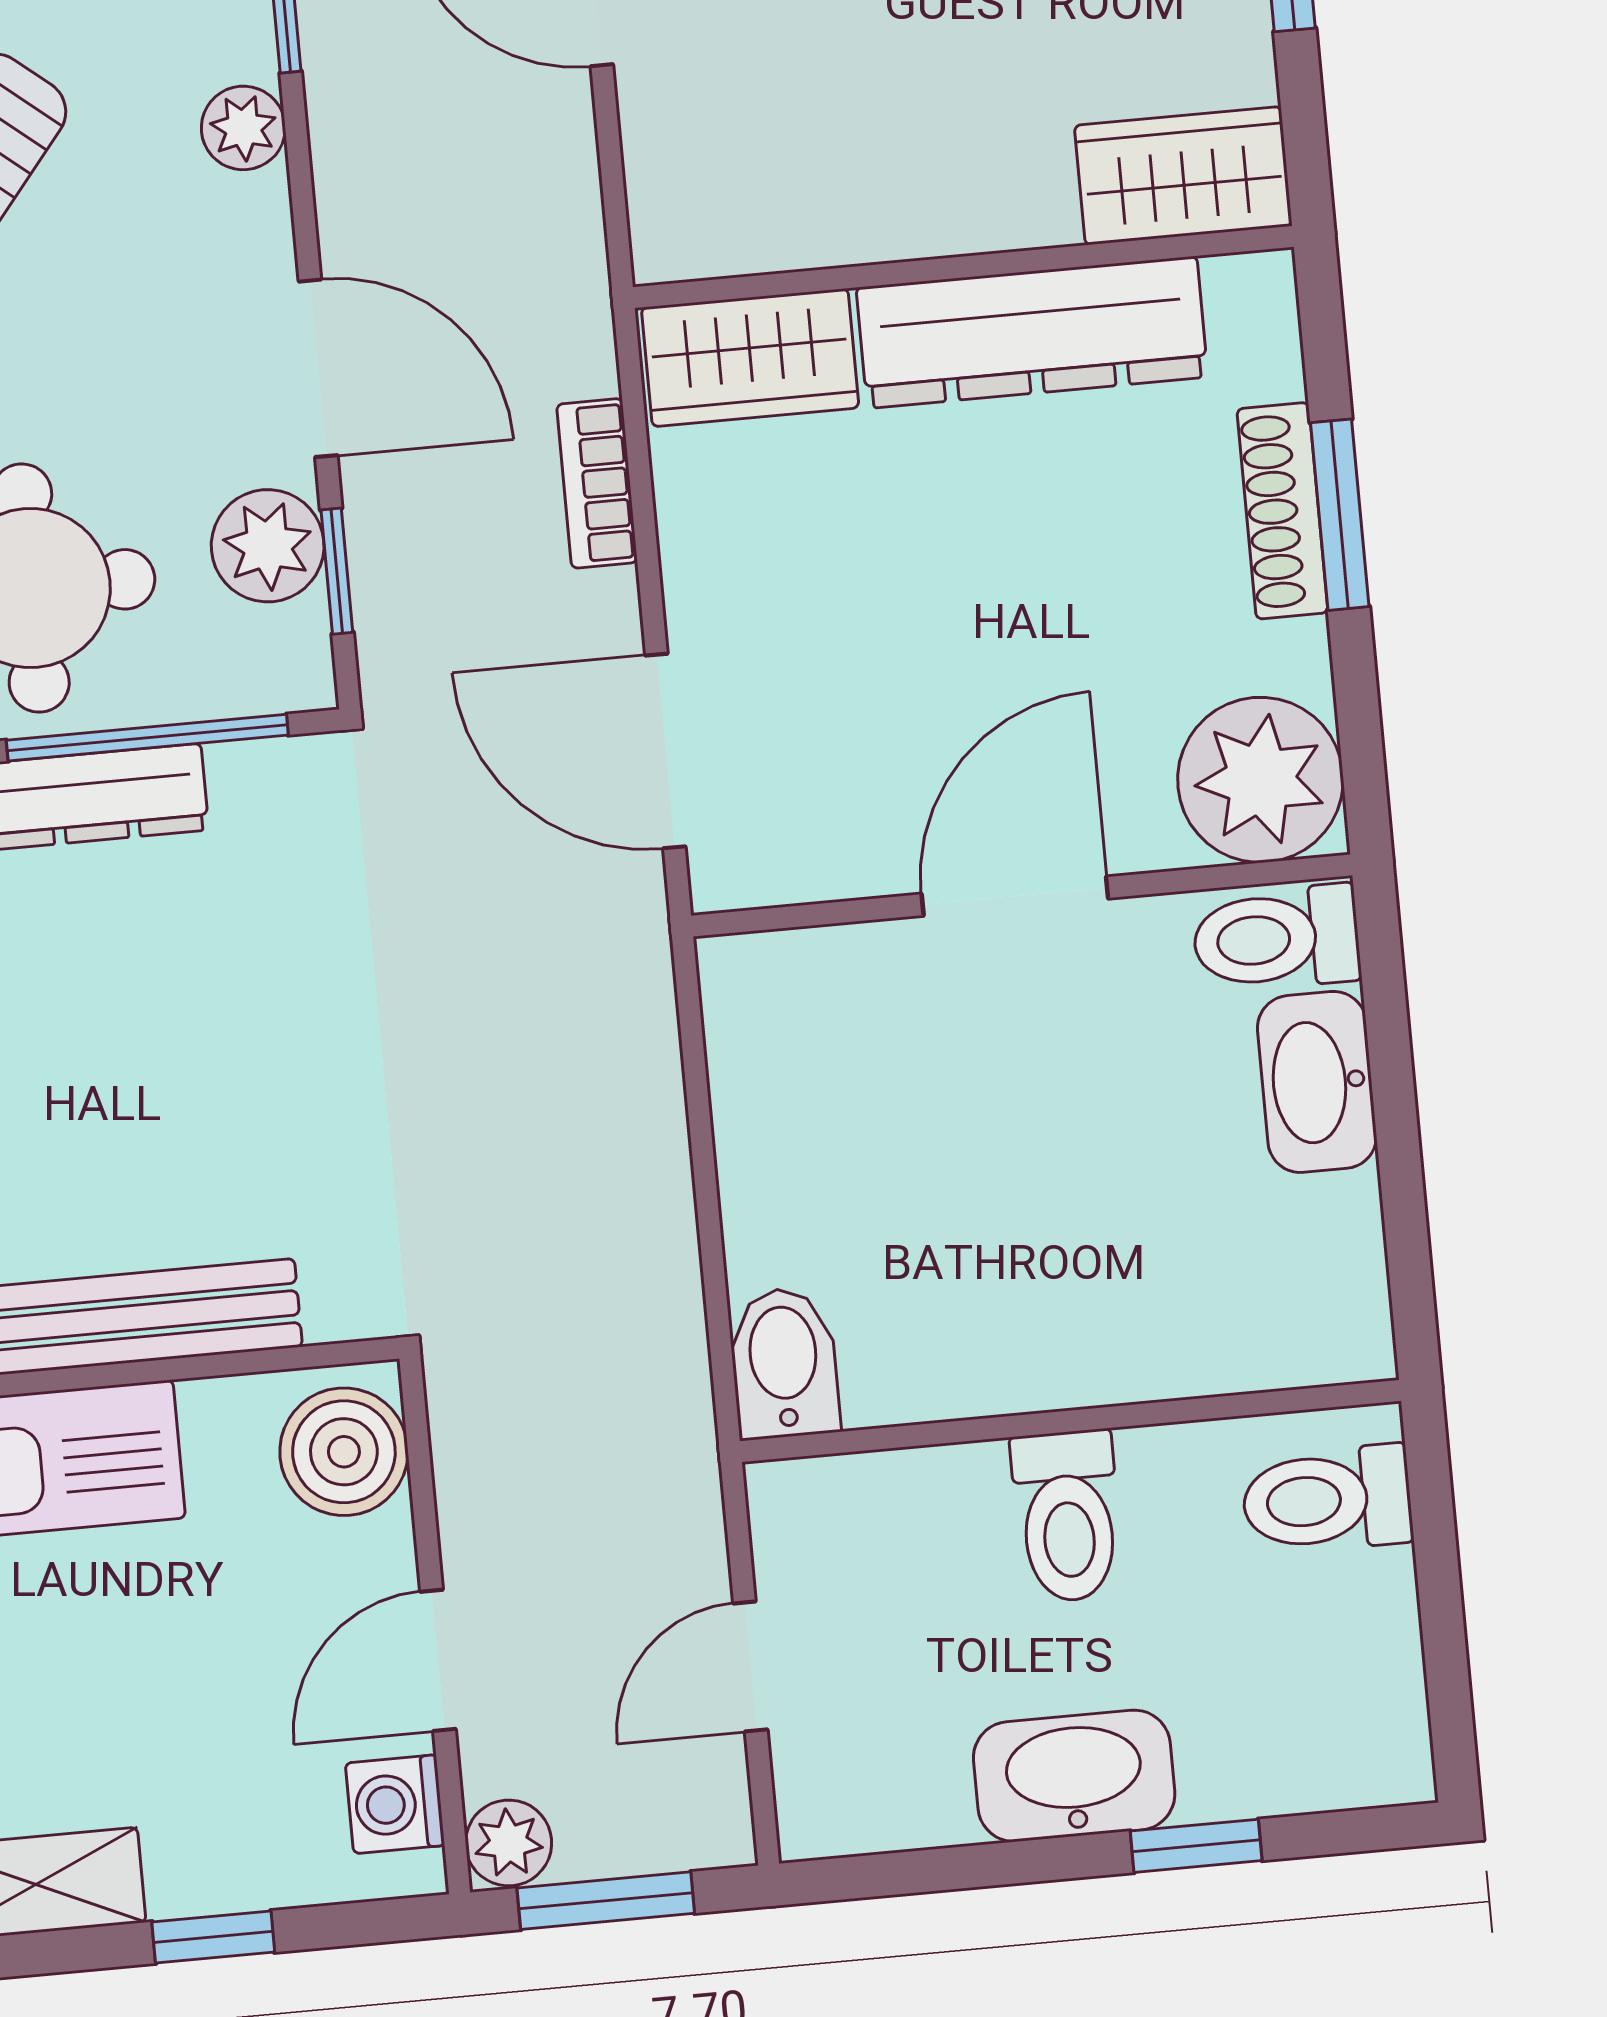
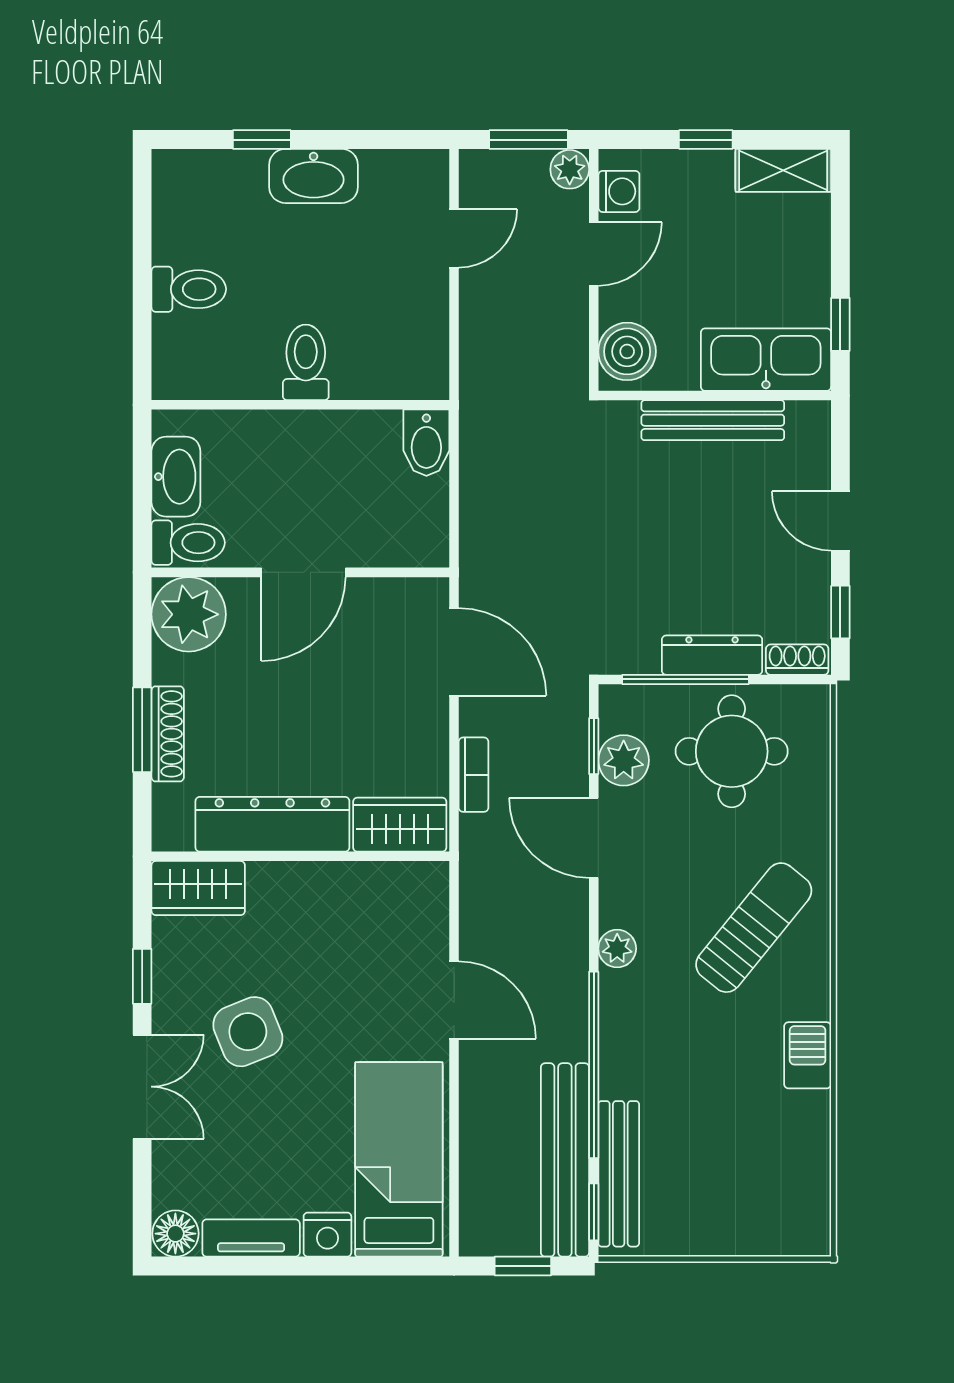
bidet: (784, 1363) -> (426, 443), moved
wall: (1070, 1421) -> (300, 405), moved
toilet: (1067, 1516) -> (306, 362), moved

